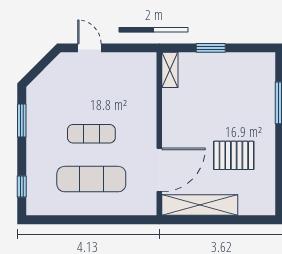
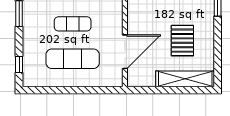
pallet: (234, 155) -> (182, 41), turned 90
shelving: (200, 205) -> (185, 79), moved

